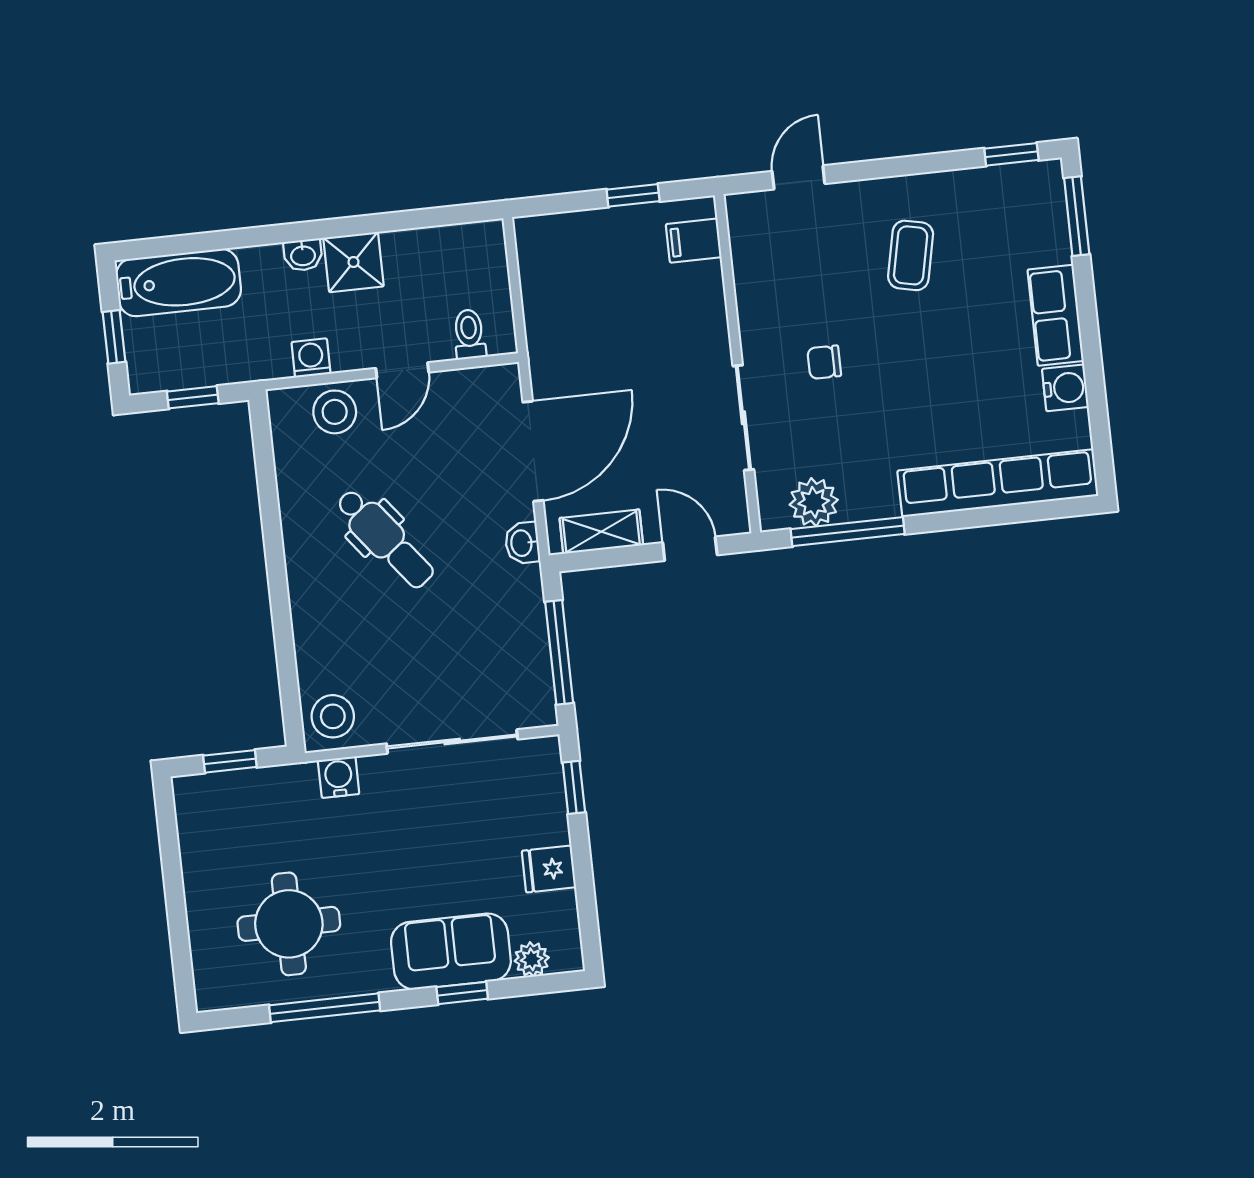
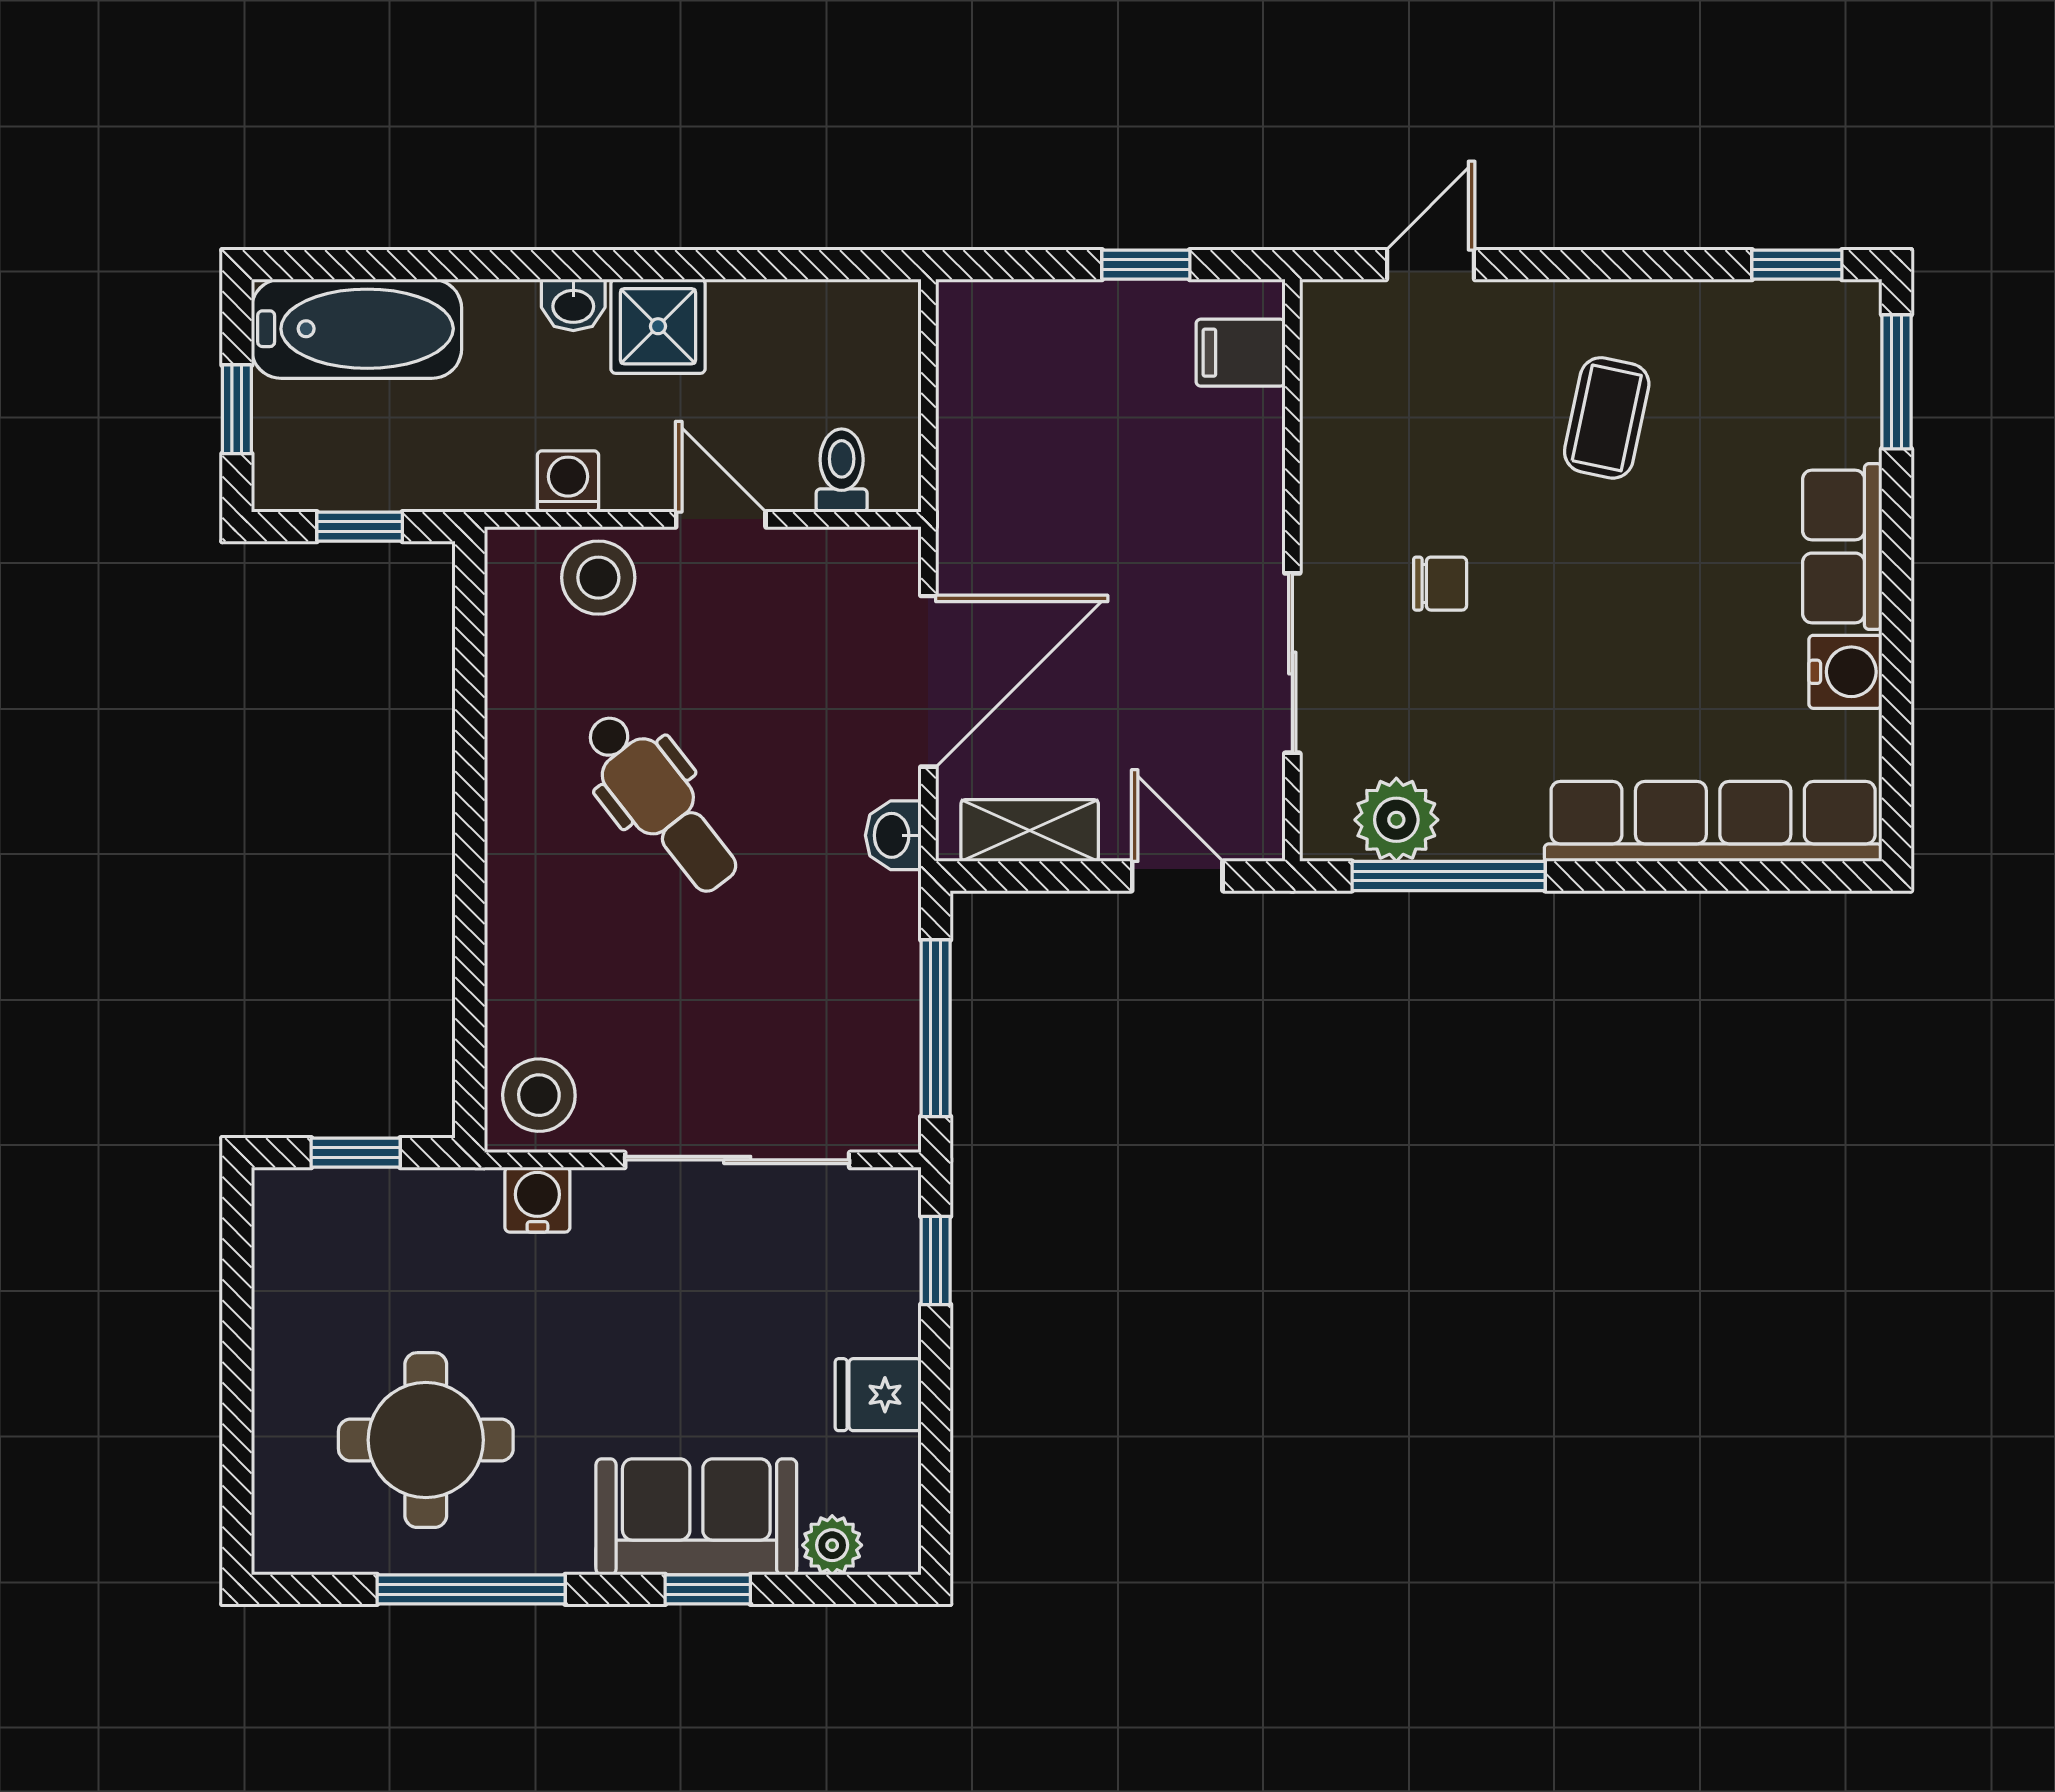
chair: (824, 362) -> (1440, 584), turned 180
door: (402, 370) -> (721, 519), swing flipped

